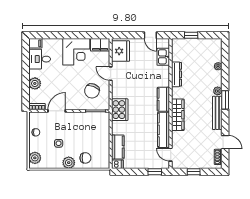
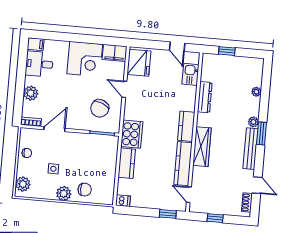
kitchen counter: (118, 147) -> (127, 163), moved

